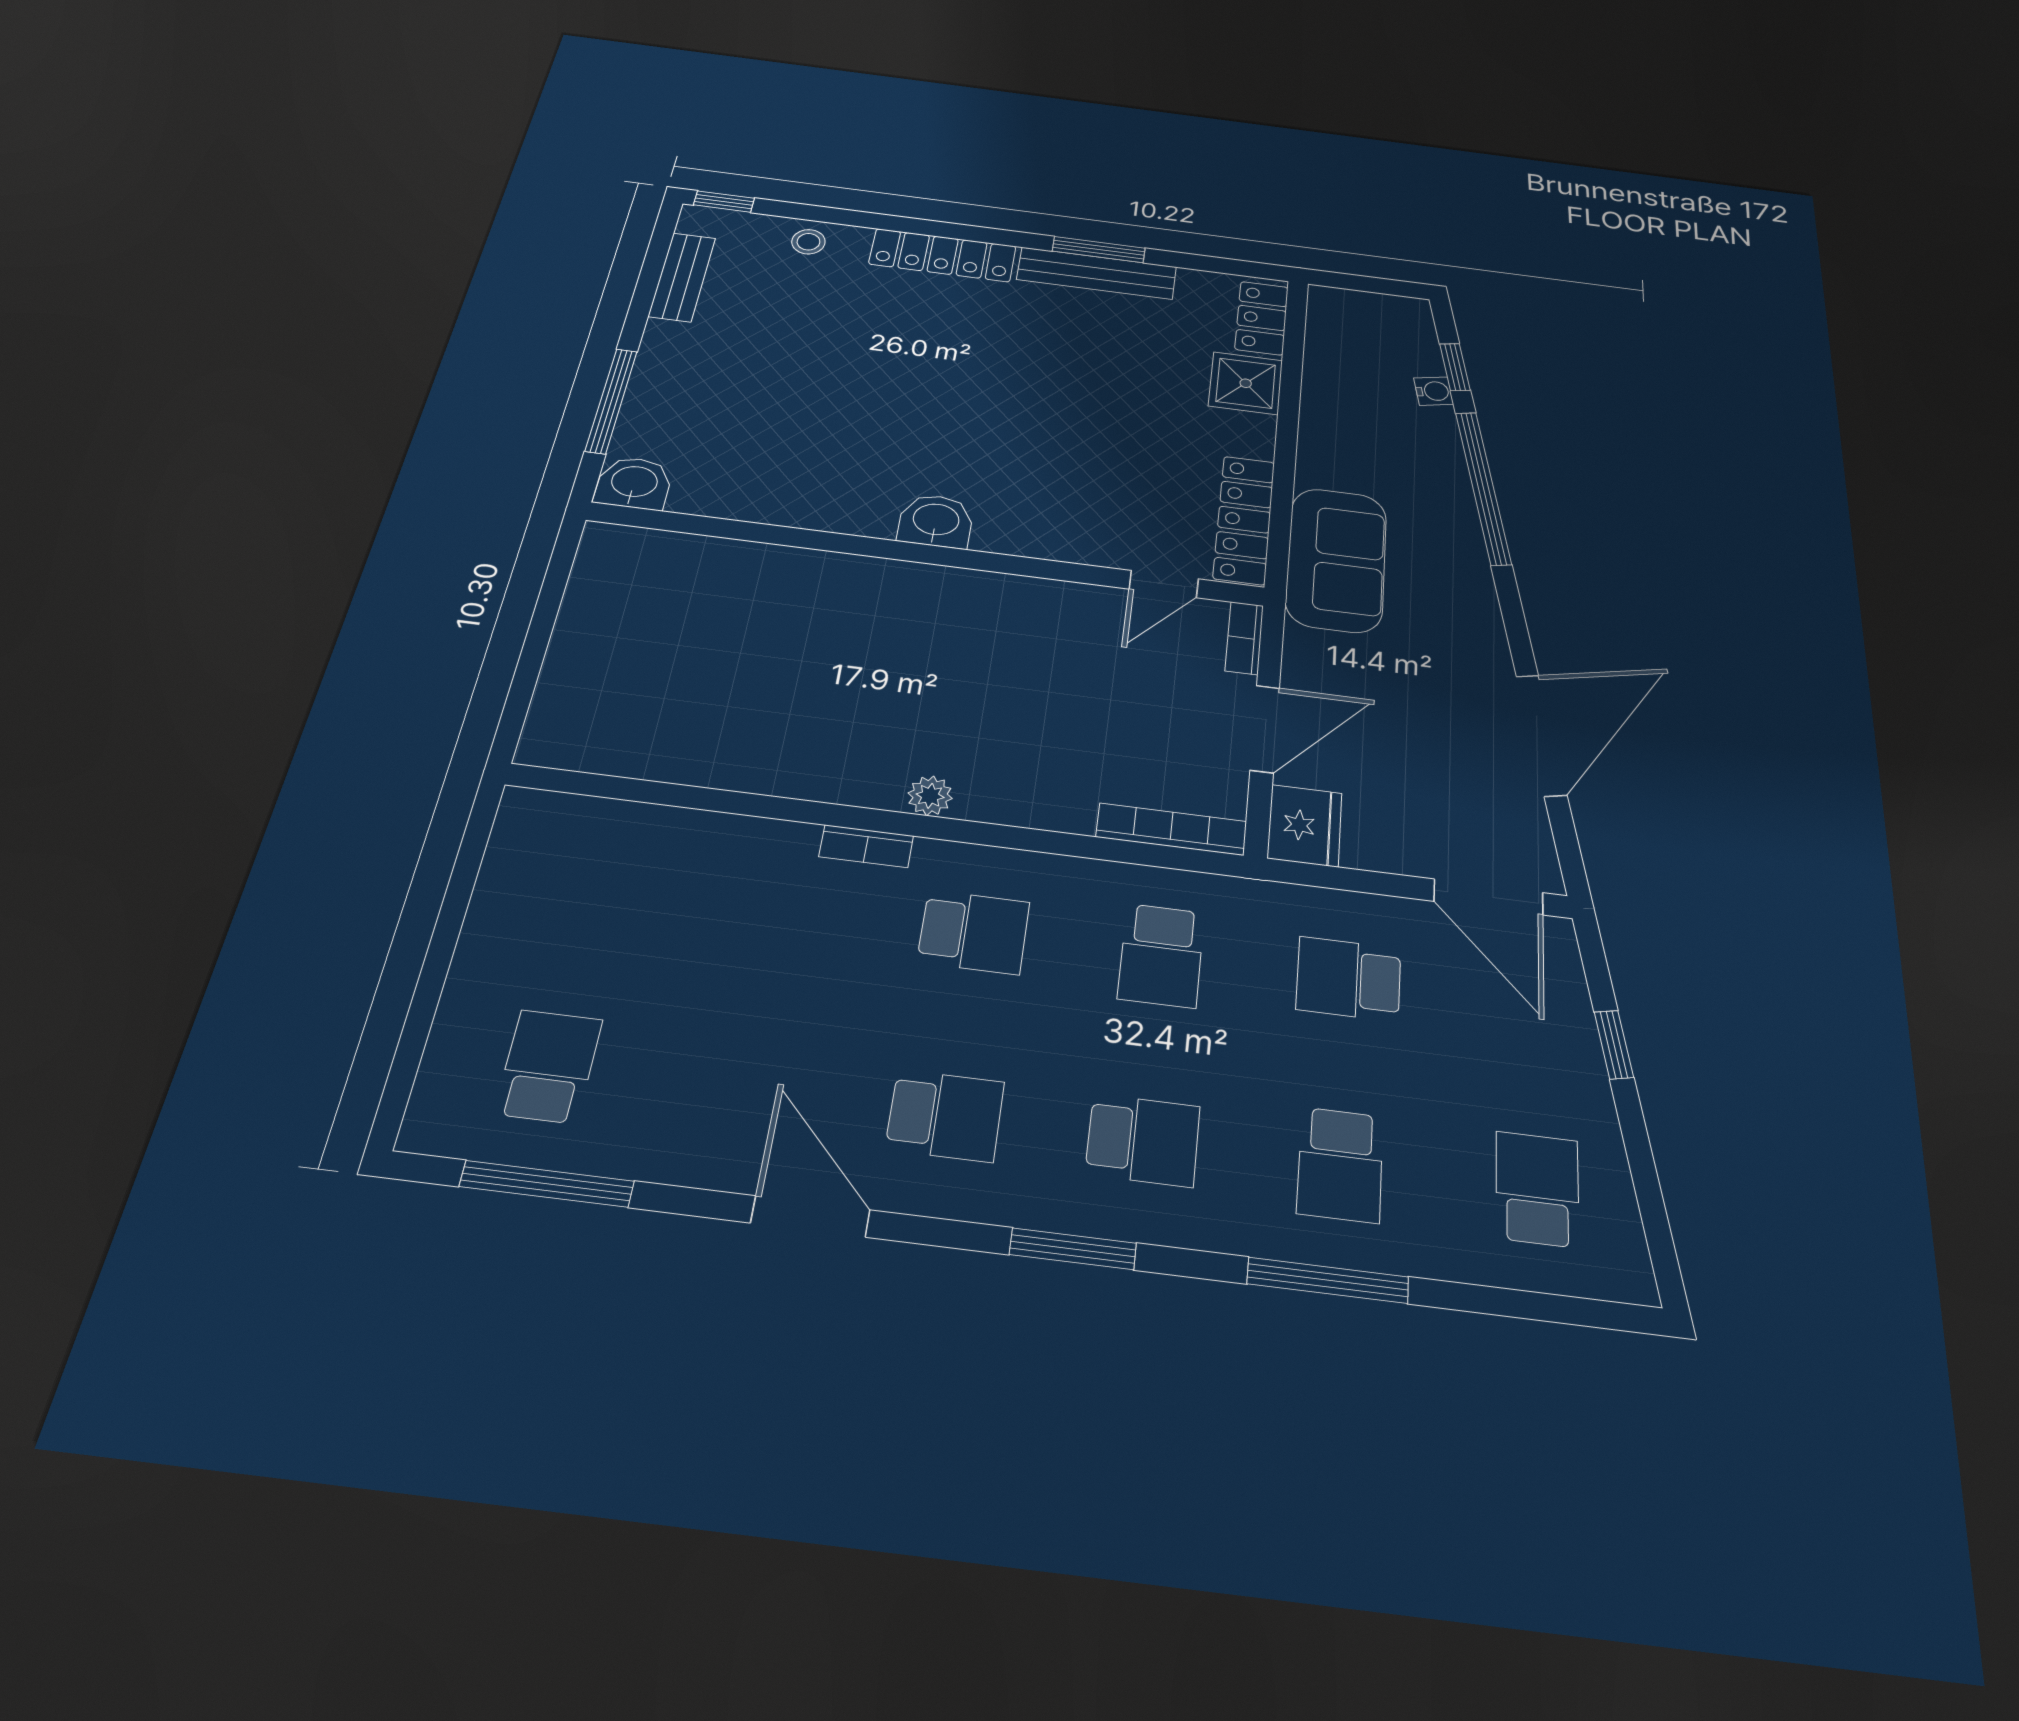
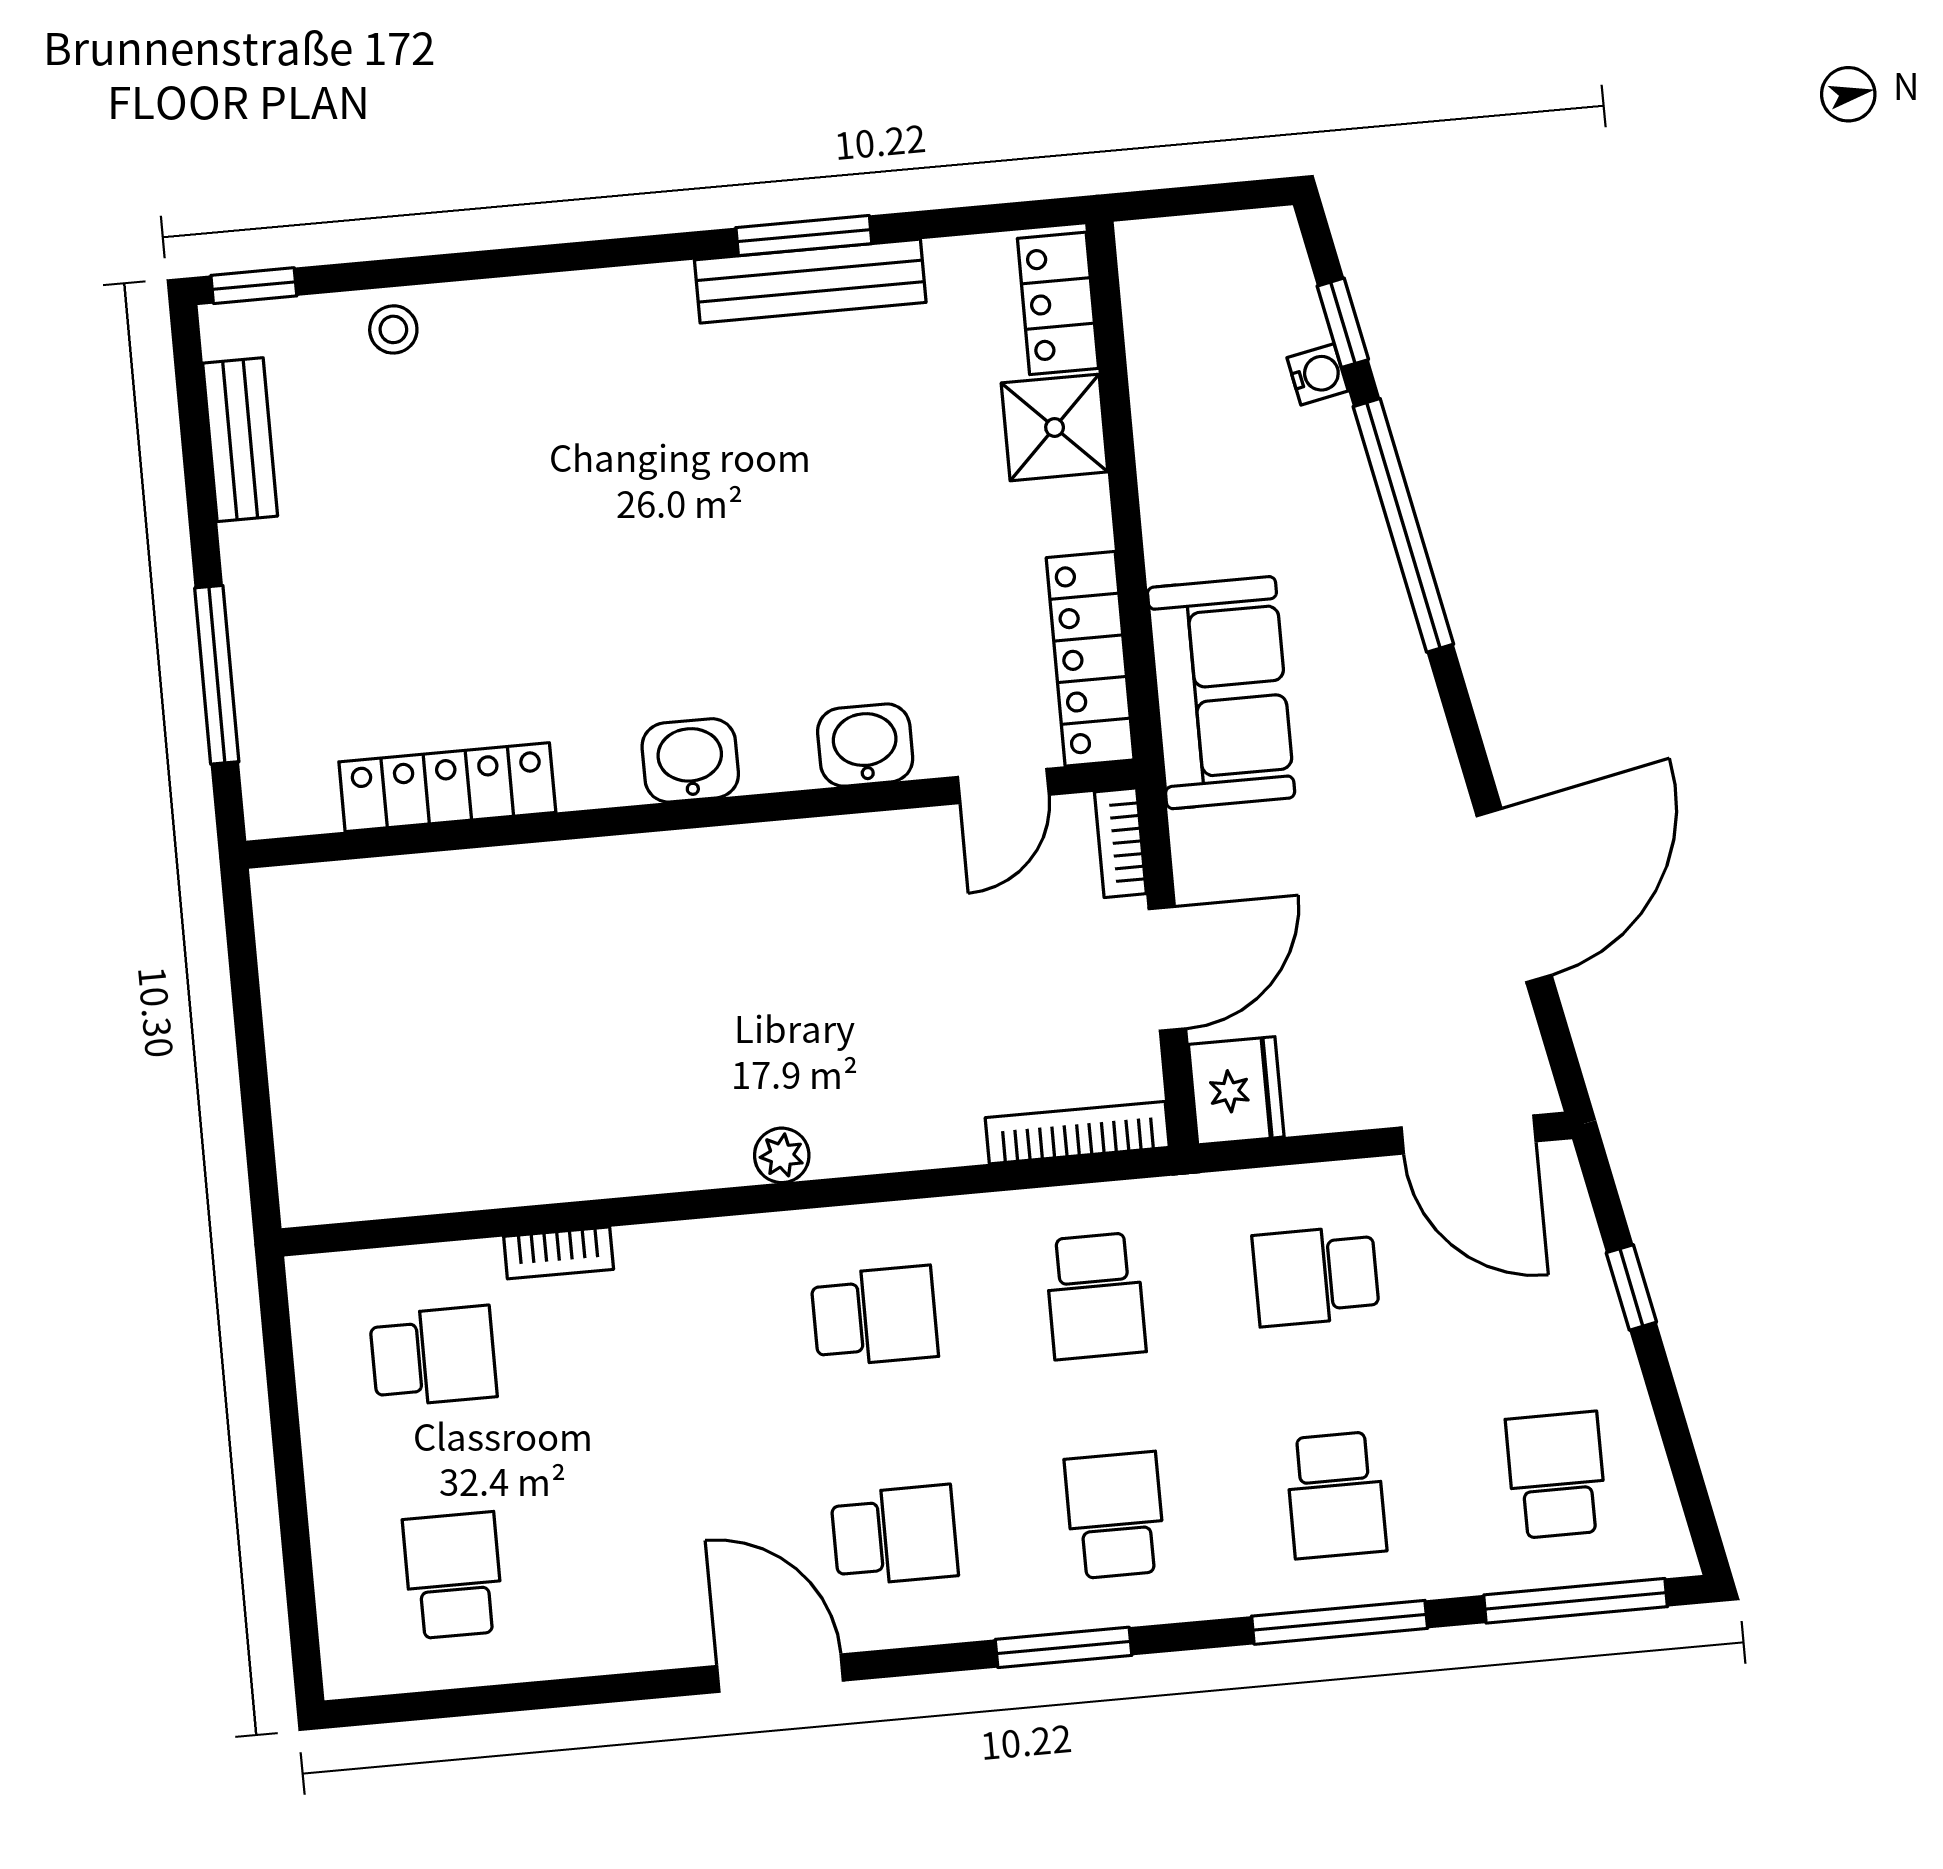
locker: (943, 255) -> (447, 787), moved, turned 180
washbasin: (634, 483) -> (865, 745), moved
bookcase: (866, 846) -> (559, 1253), moved
school desk: (597, 885) -> (433, 1356), added
school desk: (1143, 1140) -> (1115, 1515), turned -90
window: (547, 1184) -> (1576, 1601), moved

